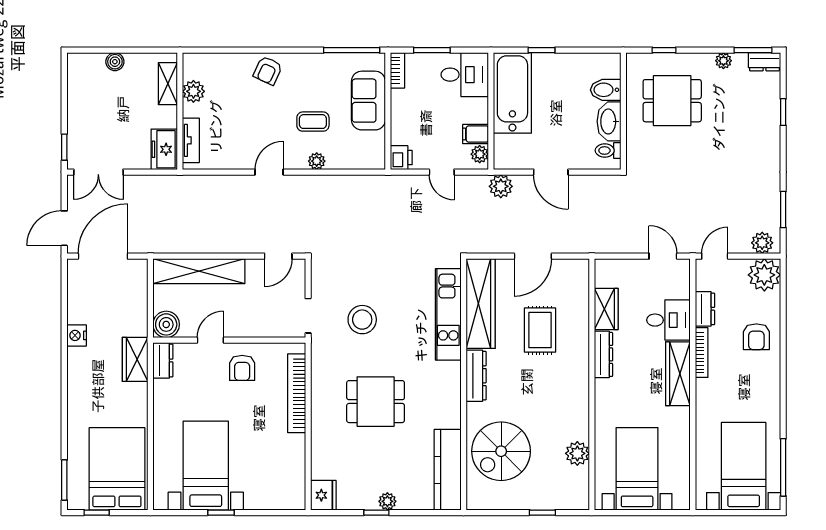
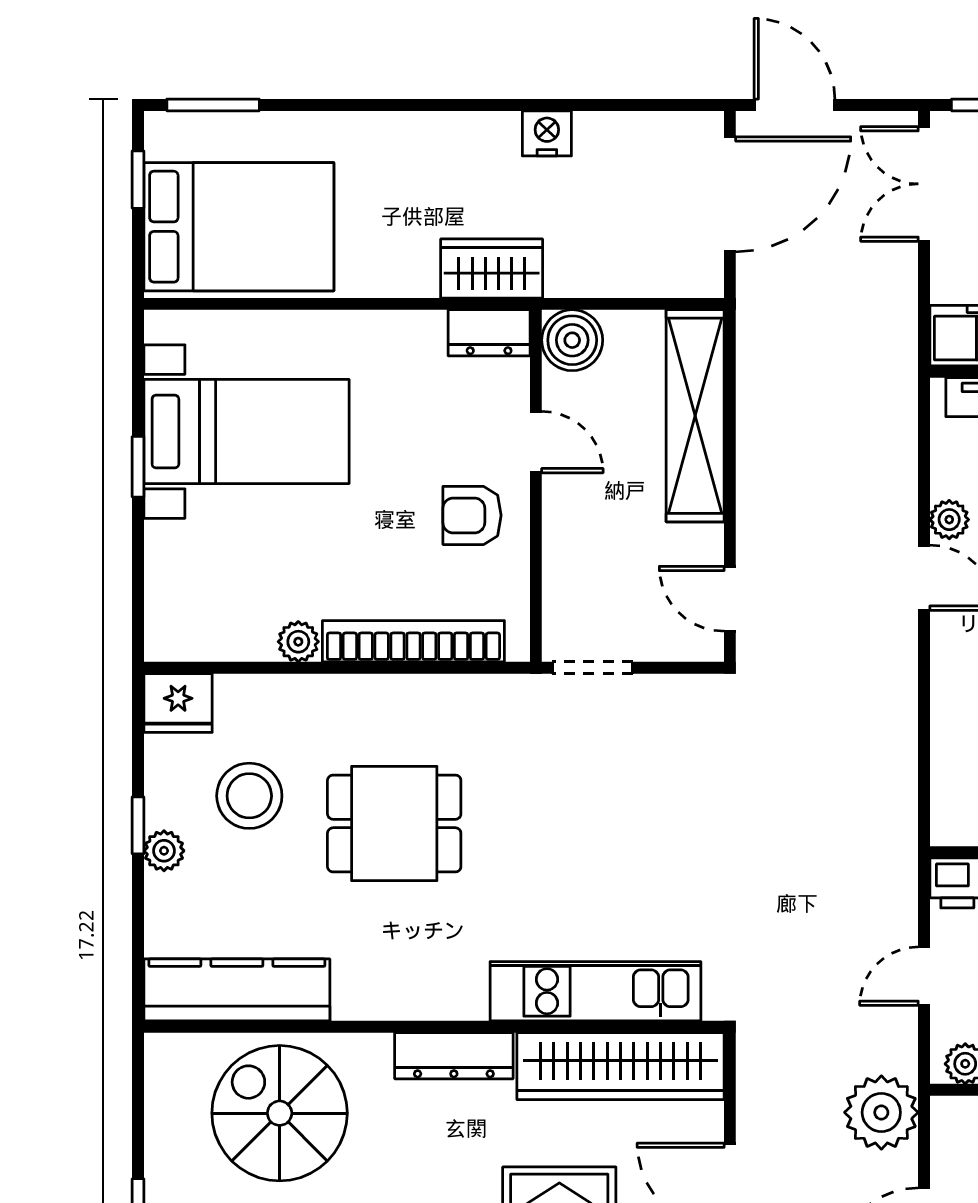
plant: (317, 161) -> (949, 520), moved
plant: (501, 186) -> (881, 1112), width x1.36, depth x1.36
door: (103, 256) -> (730, 194), hinge flipped
stool: (362, 320) -> (249, 796), moved
dining table: (376, 402) -> (394, 824), turned 90
plant: (297, 443) -> (298, 642), added

